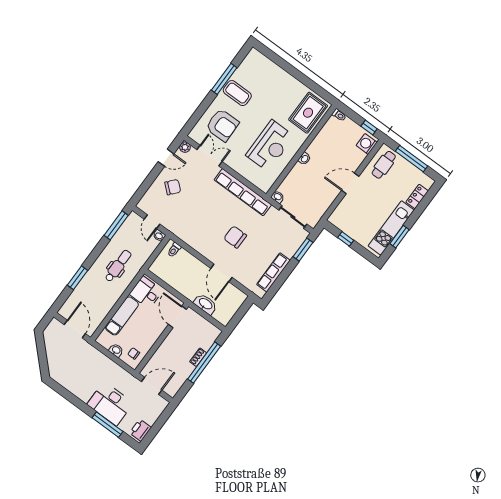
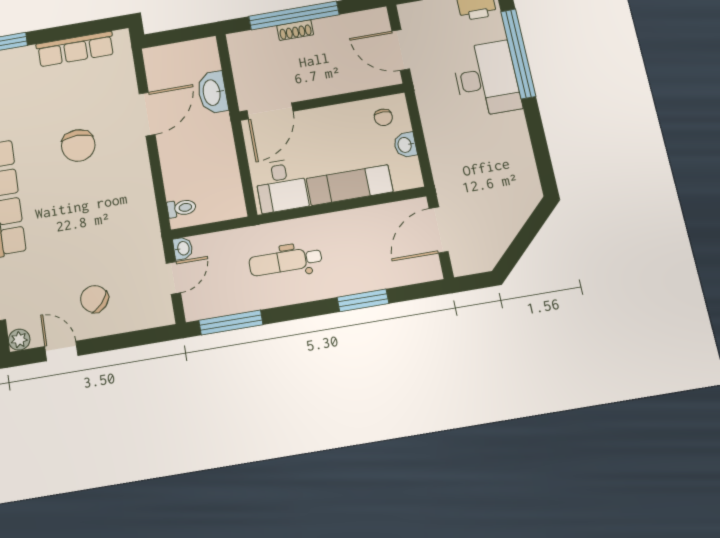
window: (107, 425) -> (518, 54), width x1.46

